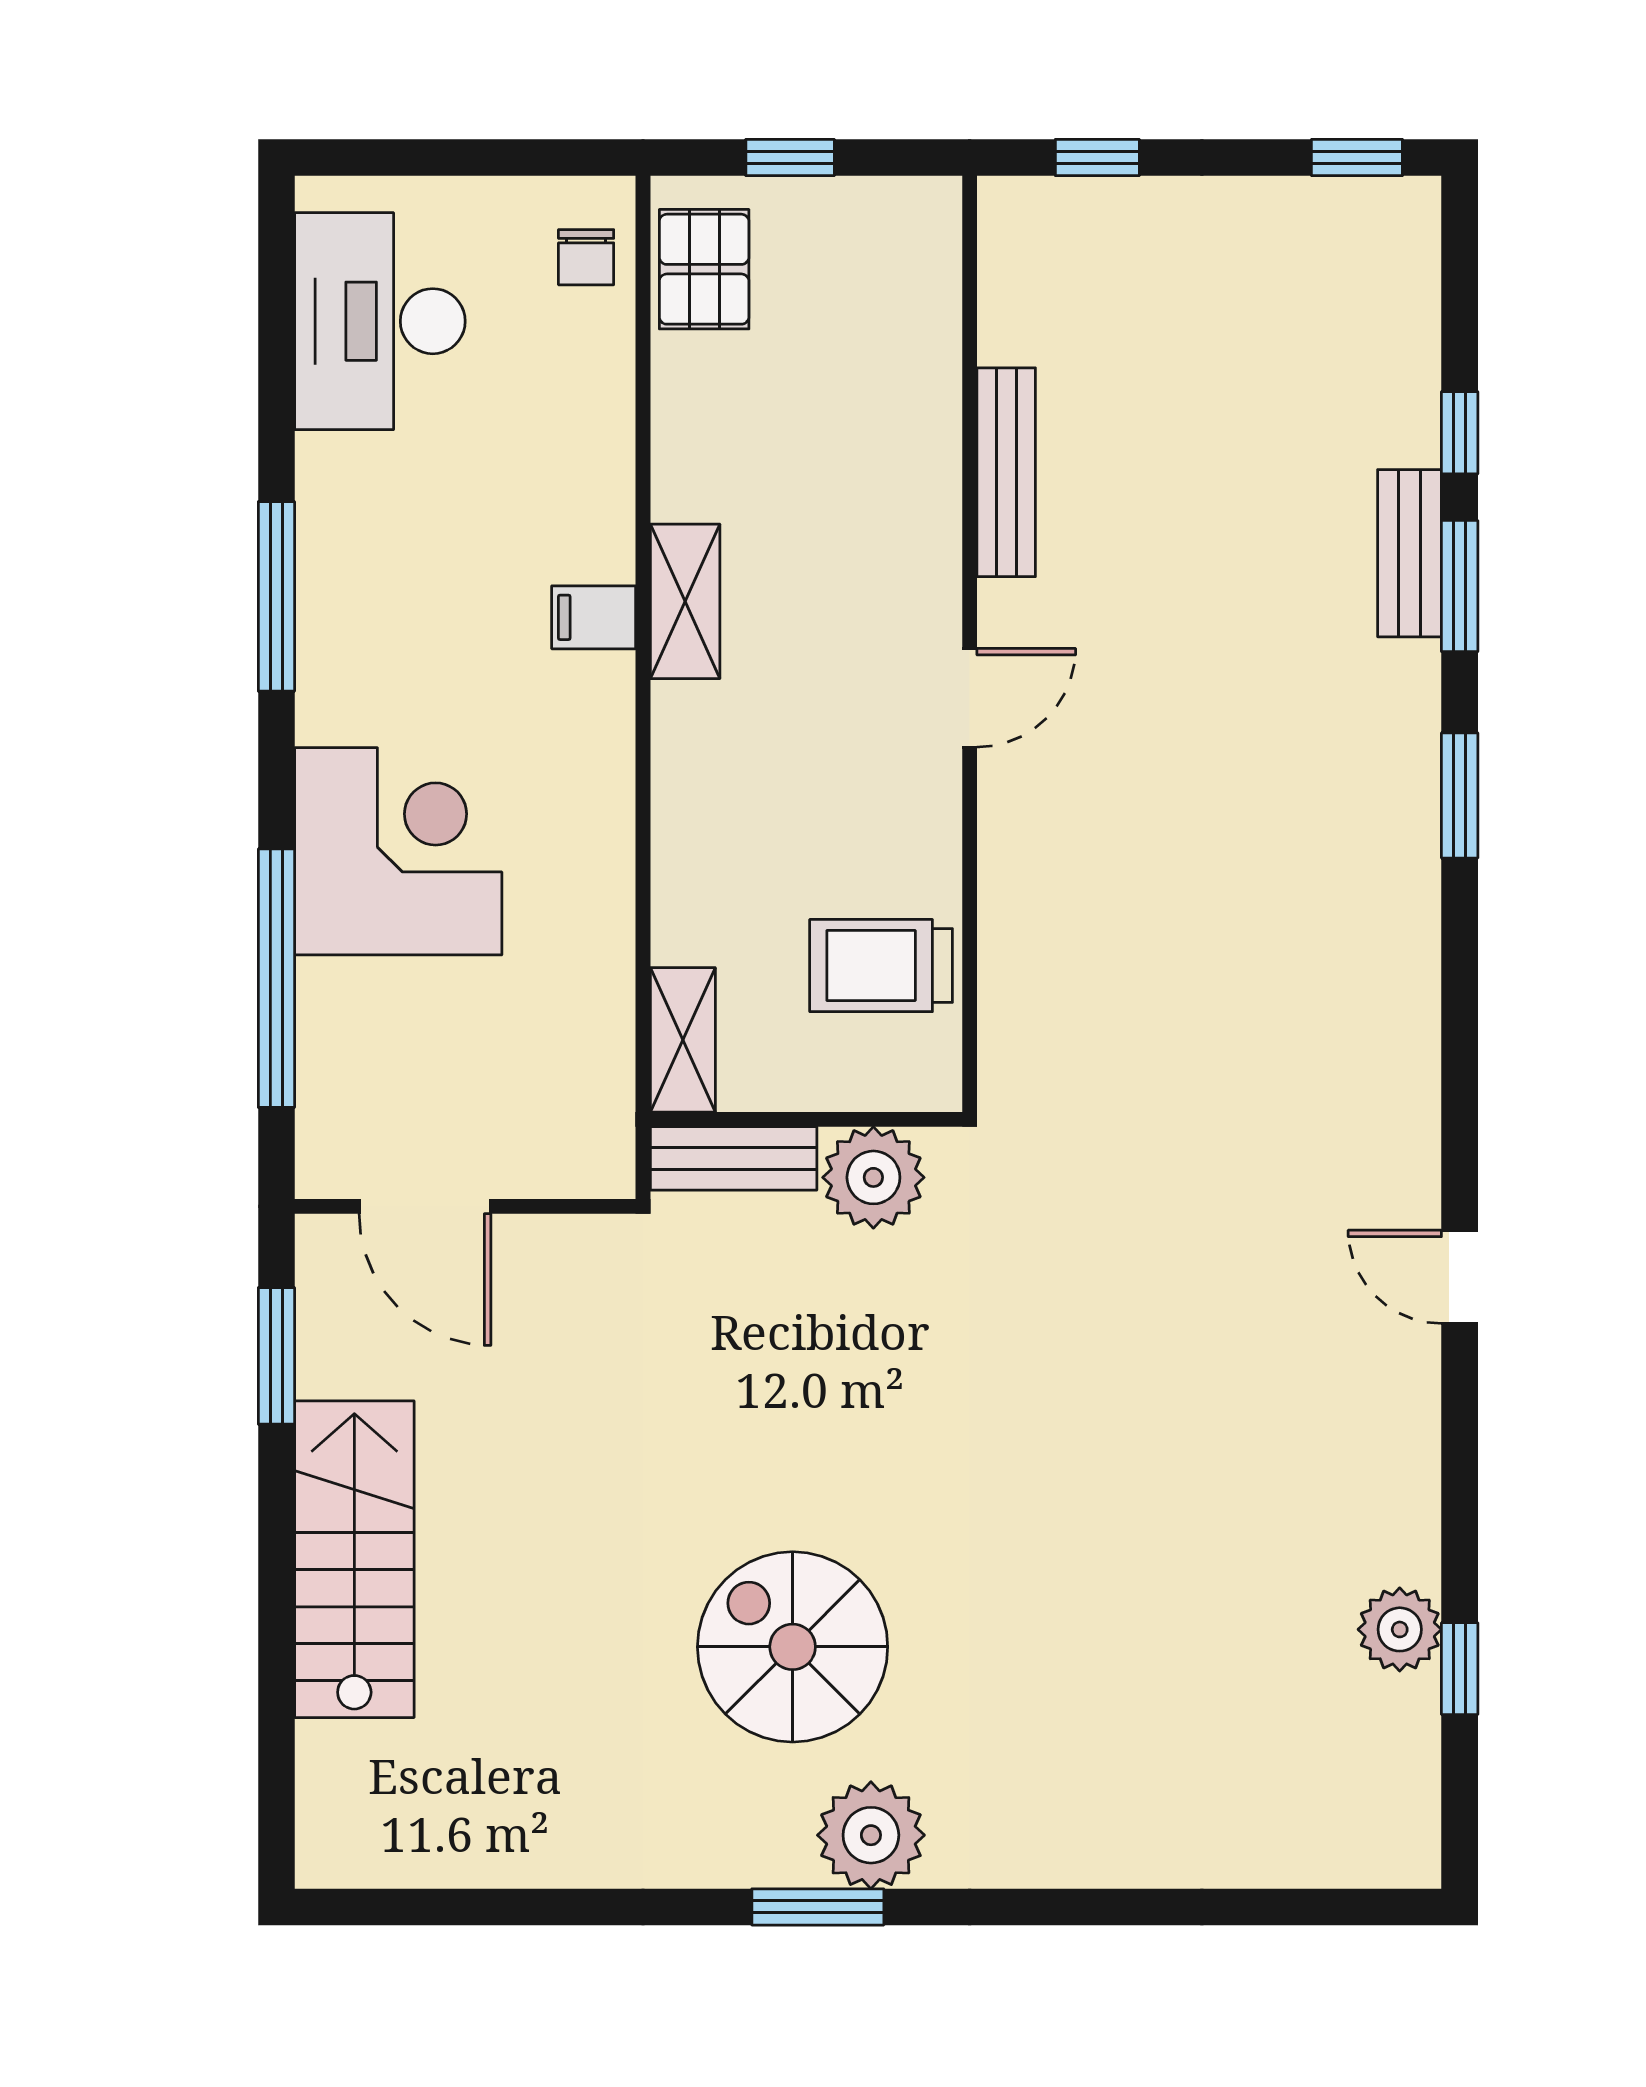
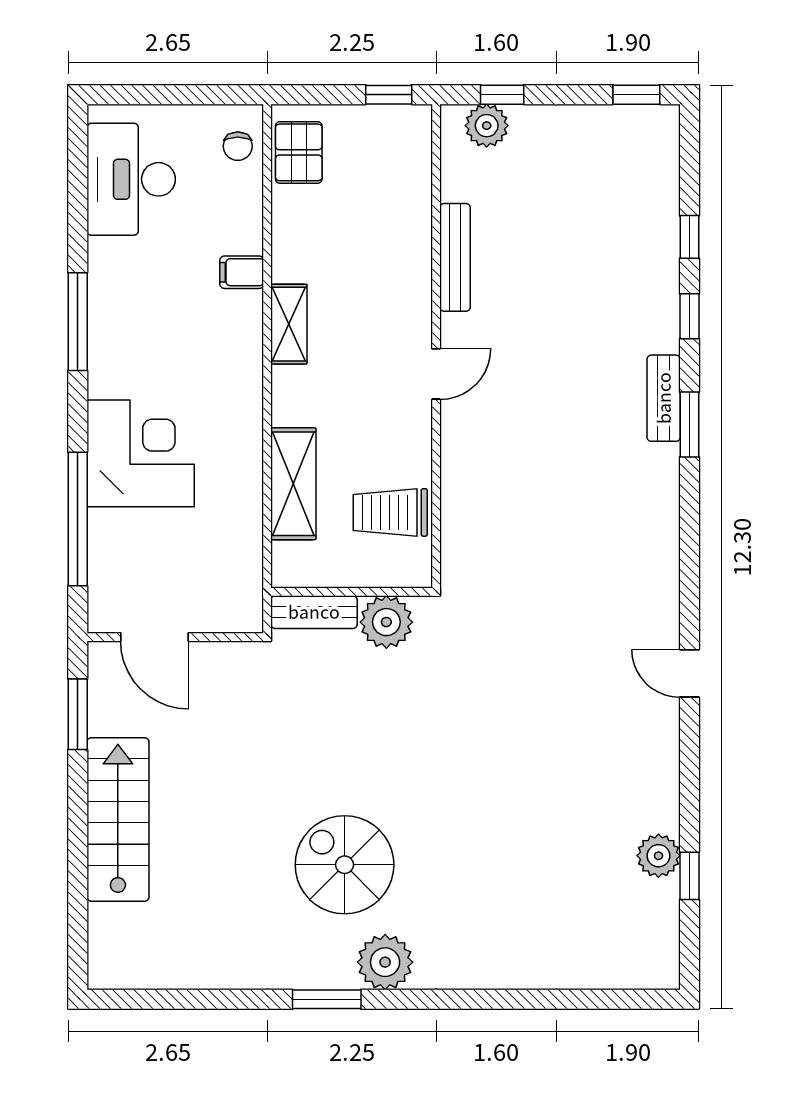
window: (790, 158) -> (389, 95), moved
plant: (1067, 217) -> (487, 126), added
bench: (1410, 553) -> (664, 398), moved
window: (1460, 586) -> (689, 316), width x0.67
filing cabinet: (594, 617) -> (242, 272), moved
shelving: (683, 1040) -> (293, 484), moved, width x1.50, depth x1.33
window: (818, 1907) -> (327, 999), moved

